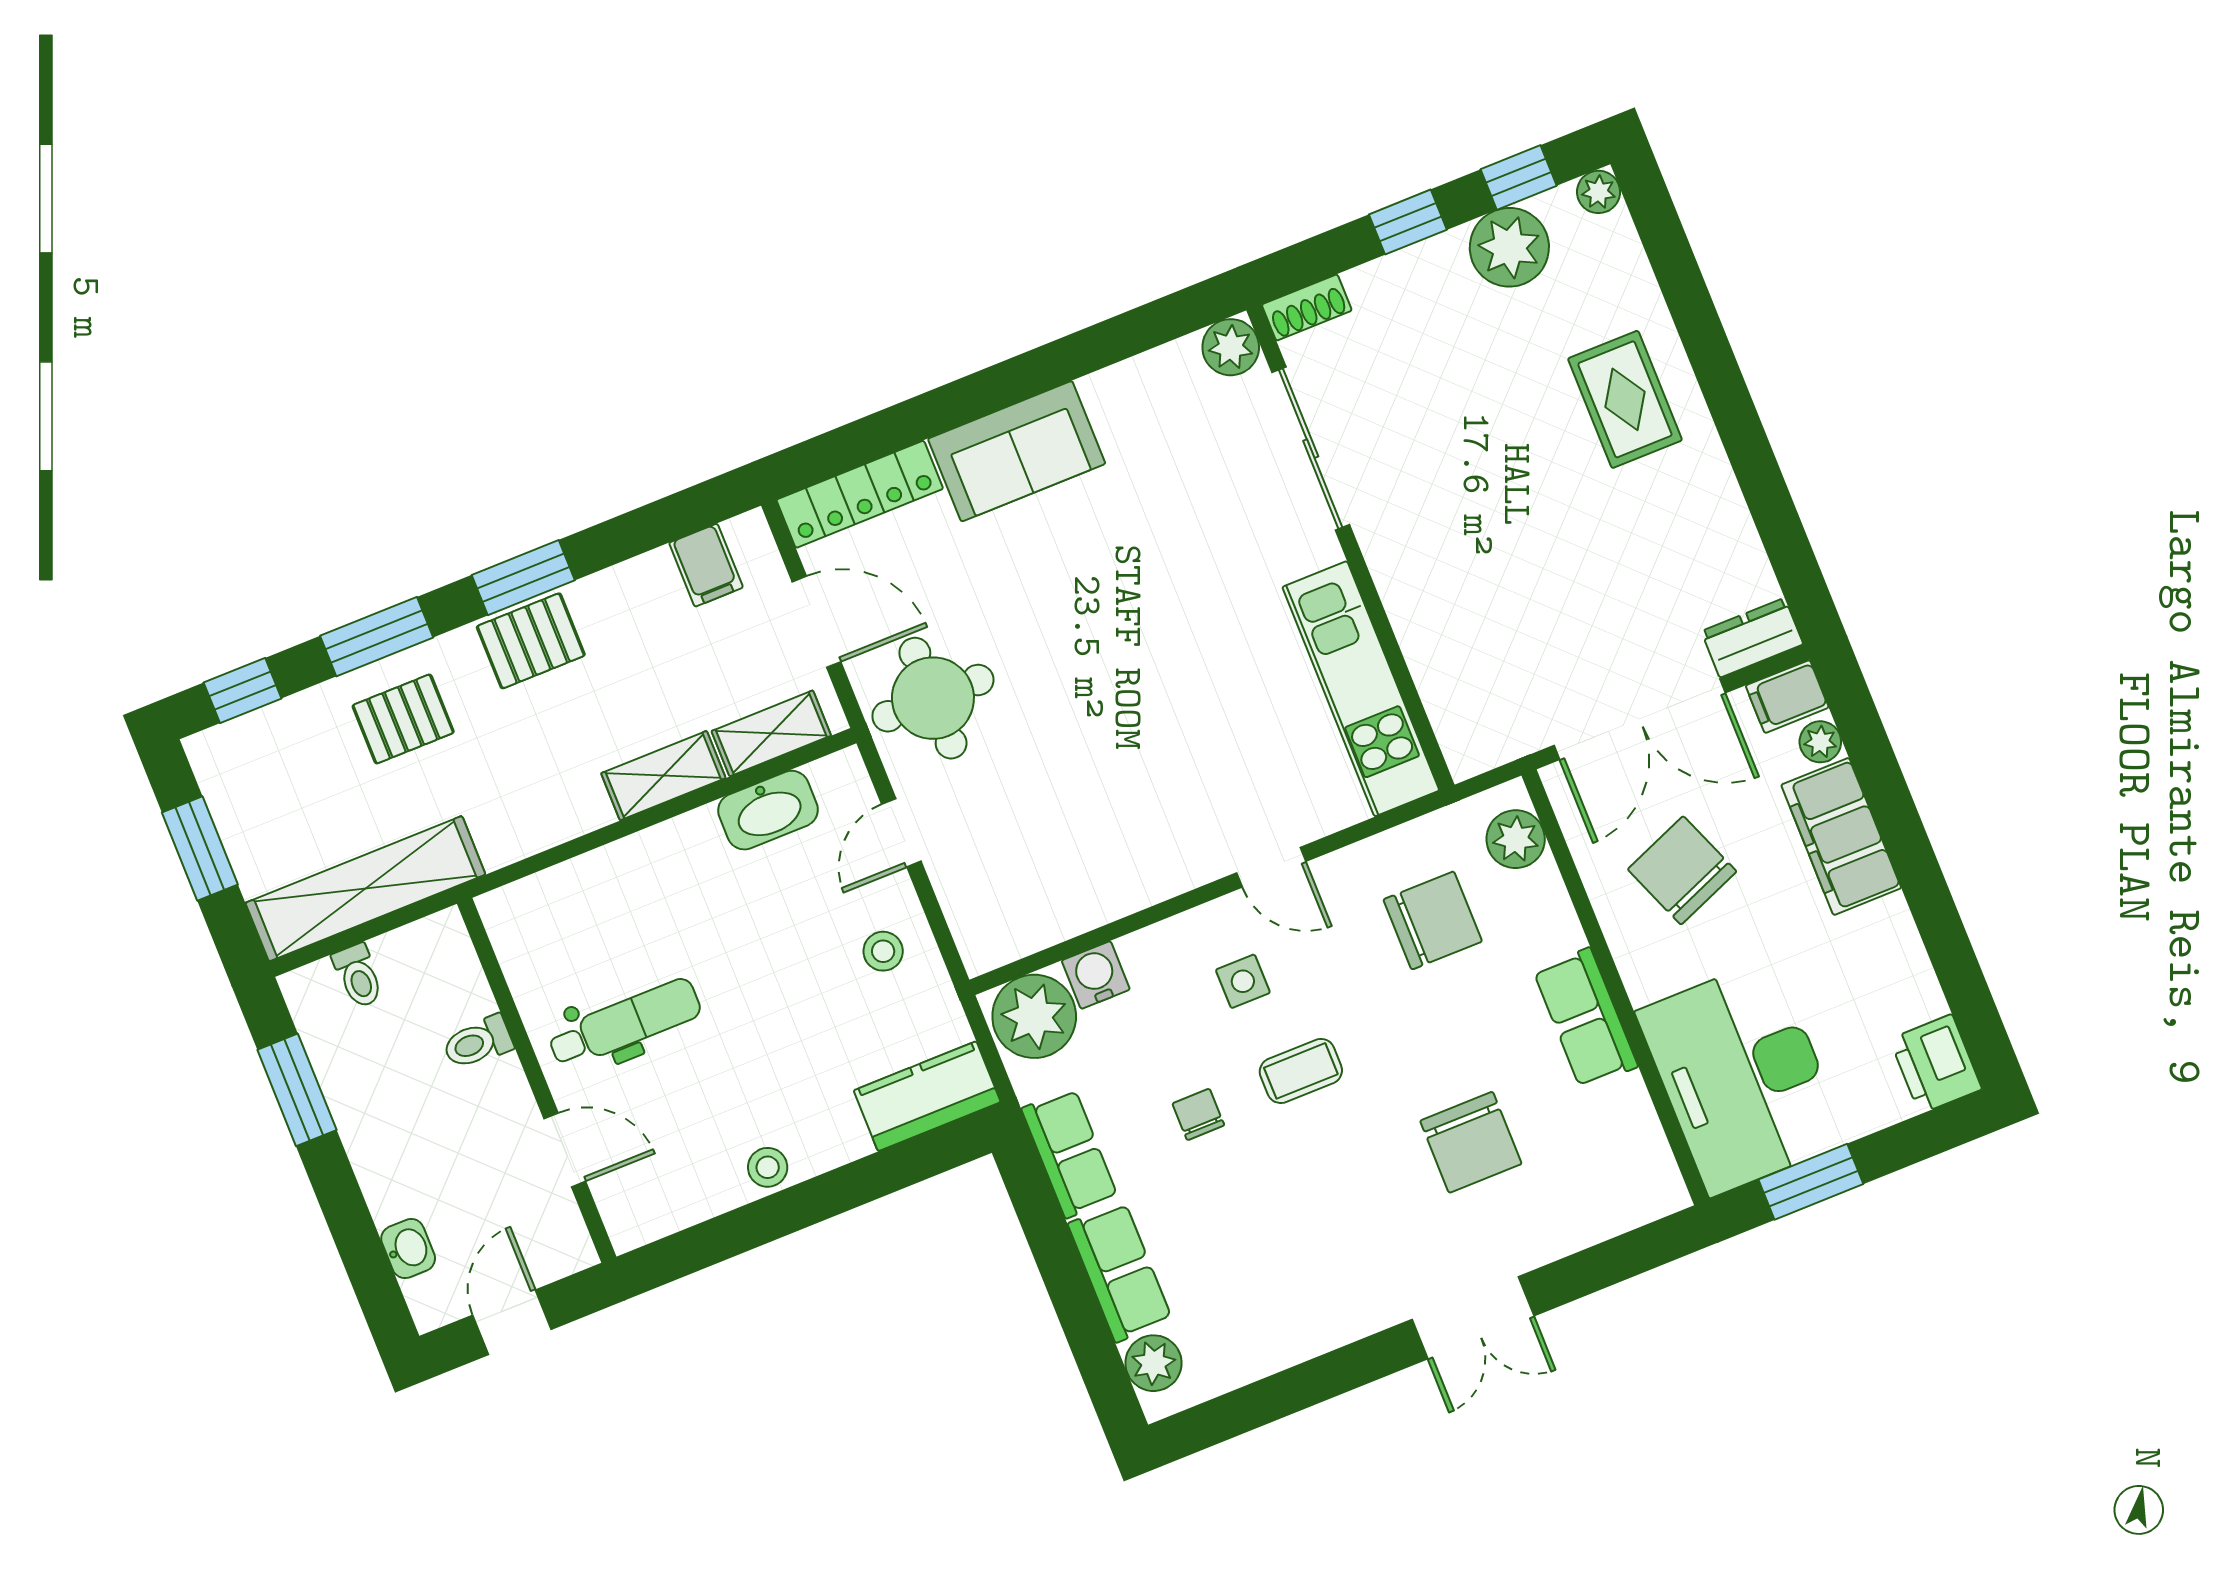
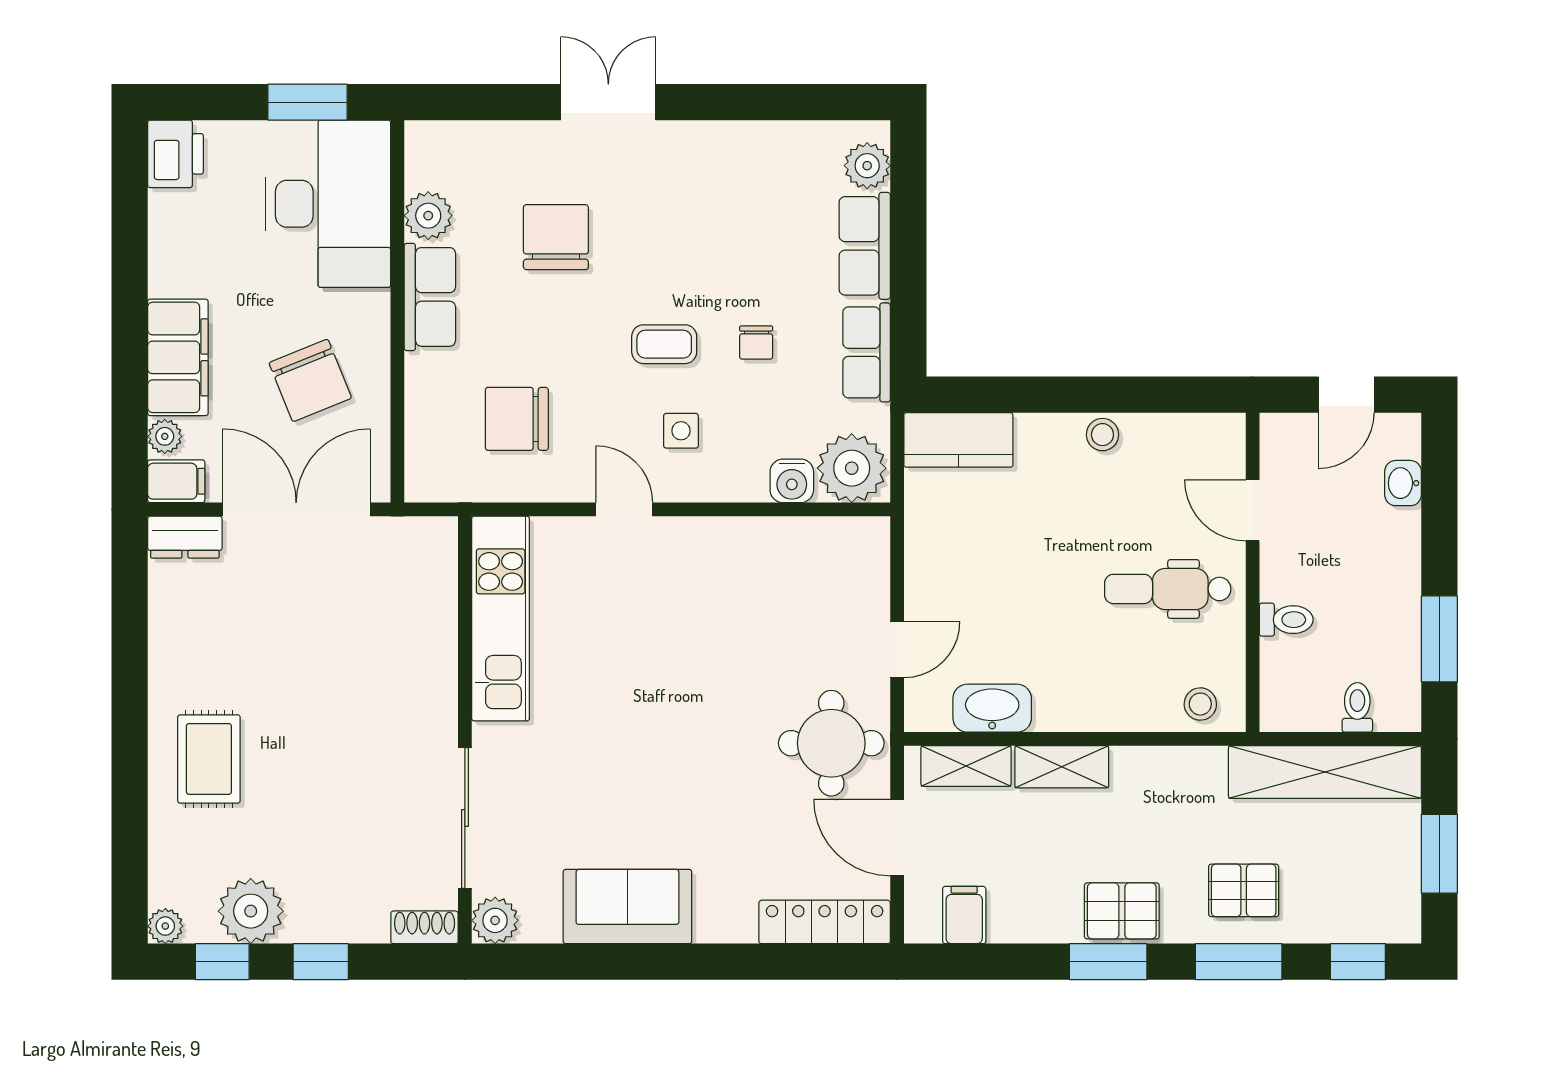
sofa: (1017, 451) -> (627, 907), moved
plant: (1516, 839) -> (428, 216), moved
stool: (883, 951) -> (1200, 704), moved

